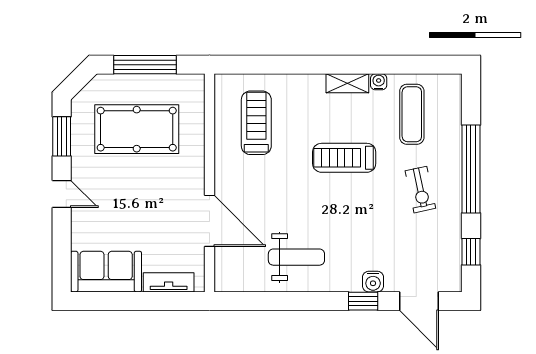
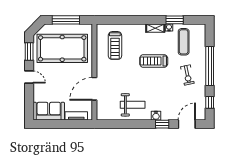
window: (392, 65) -> (175, 20), added
treadmill: (256, 123) -> (115, 46), turned 180
pool table: (137, 129) -> (62, 48), width x1.36, depth x1.32
door: (209, 221) -> (94, 89), swing flipped
water cooler: (373, 282) -> (156, 116), moved
door: (419, 301) -> (187, 124), swing flipped

